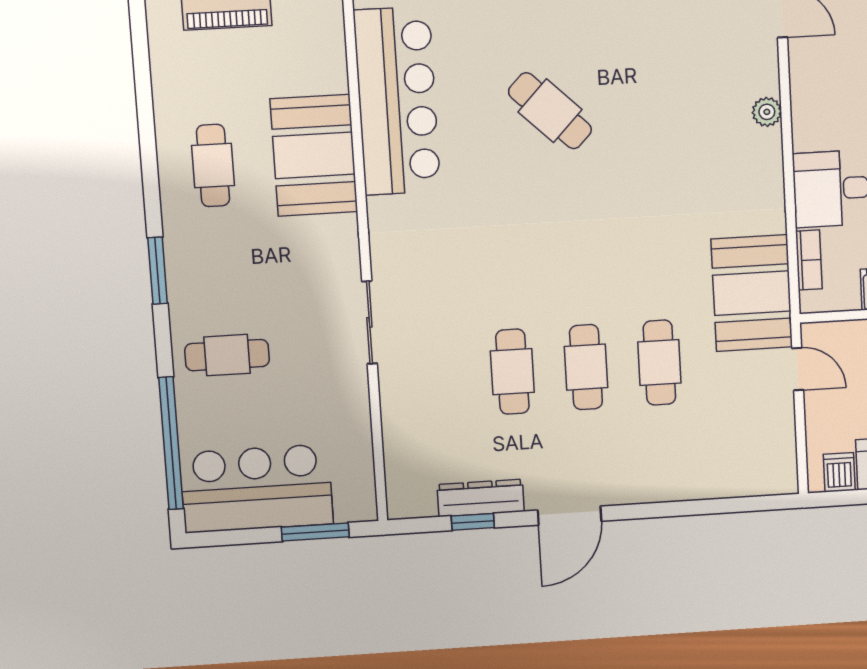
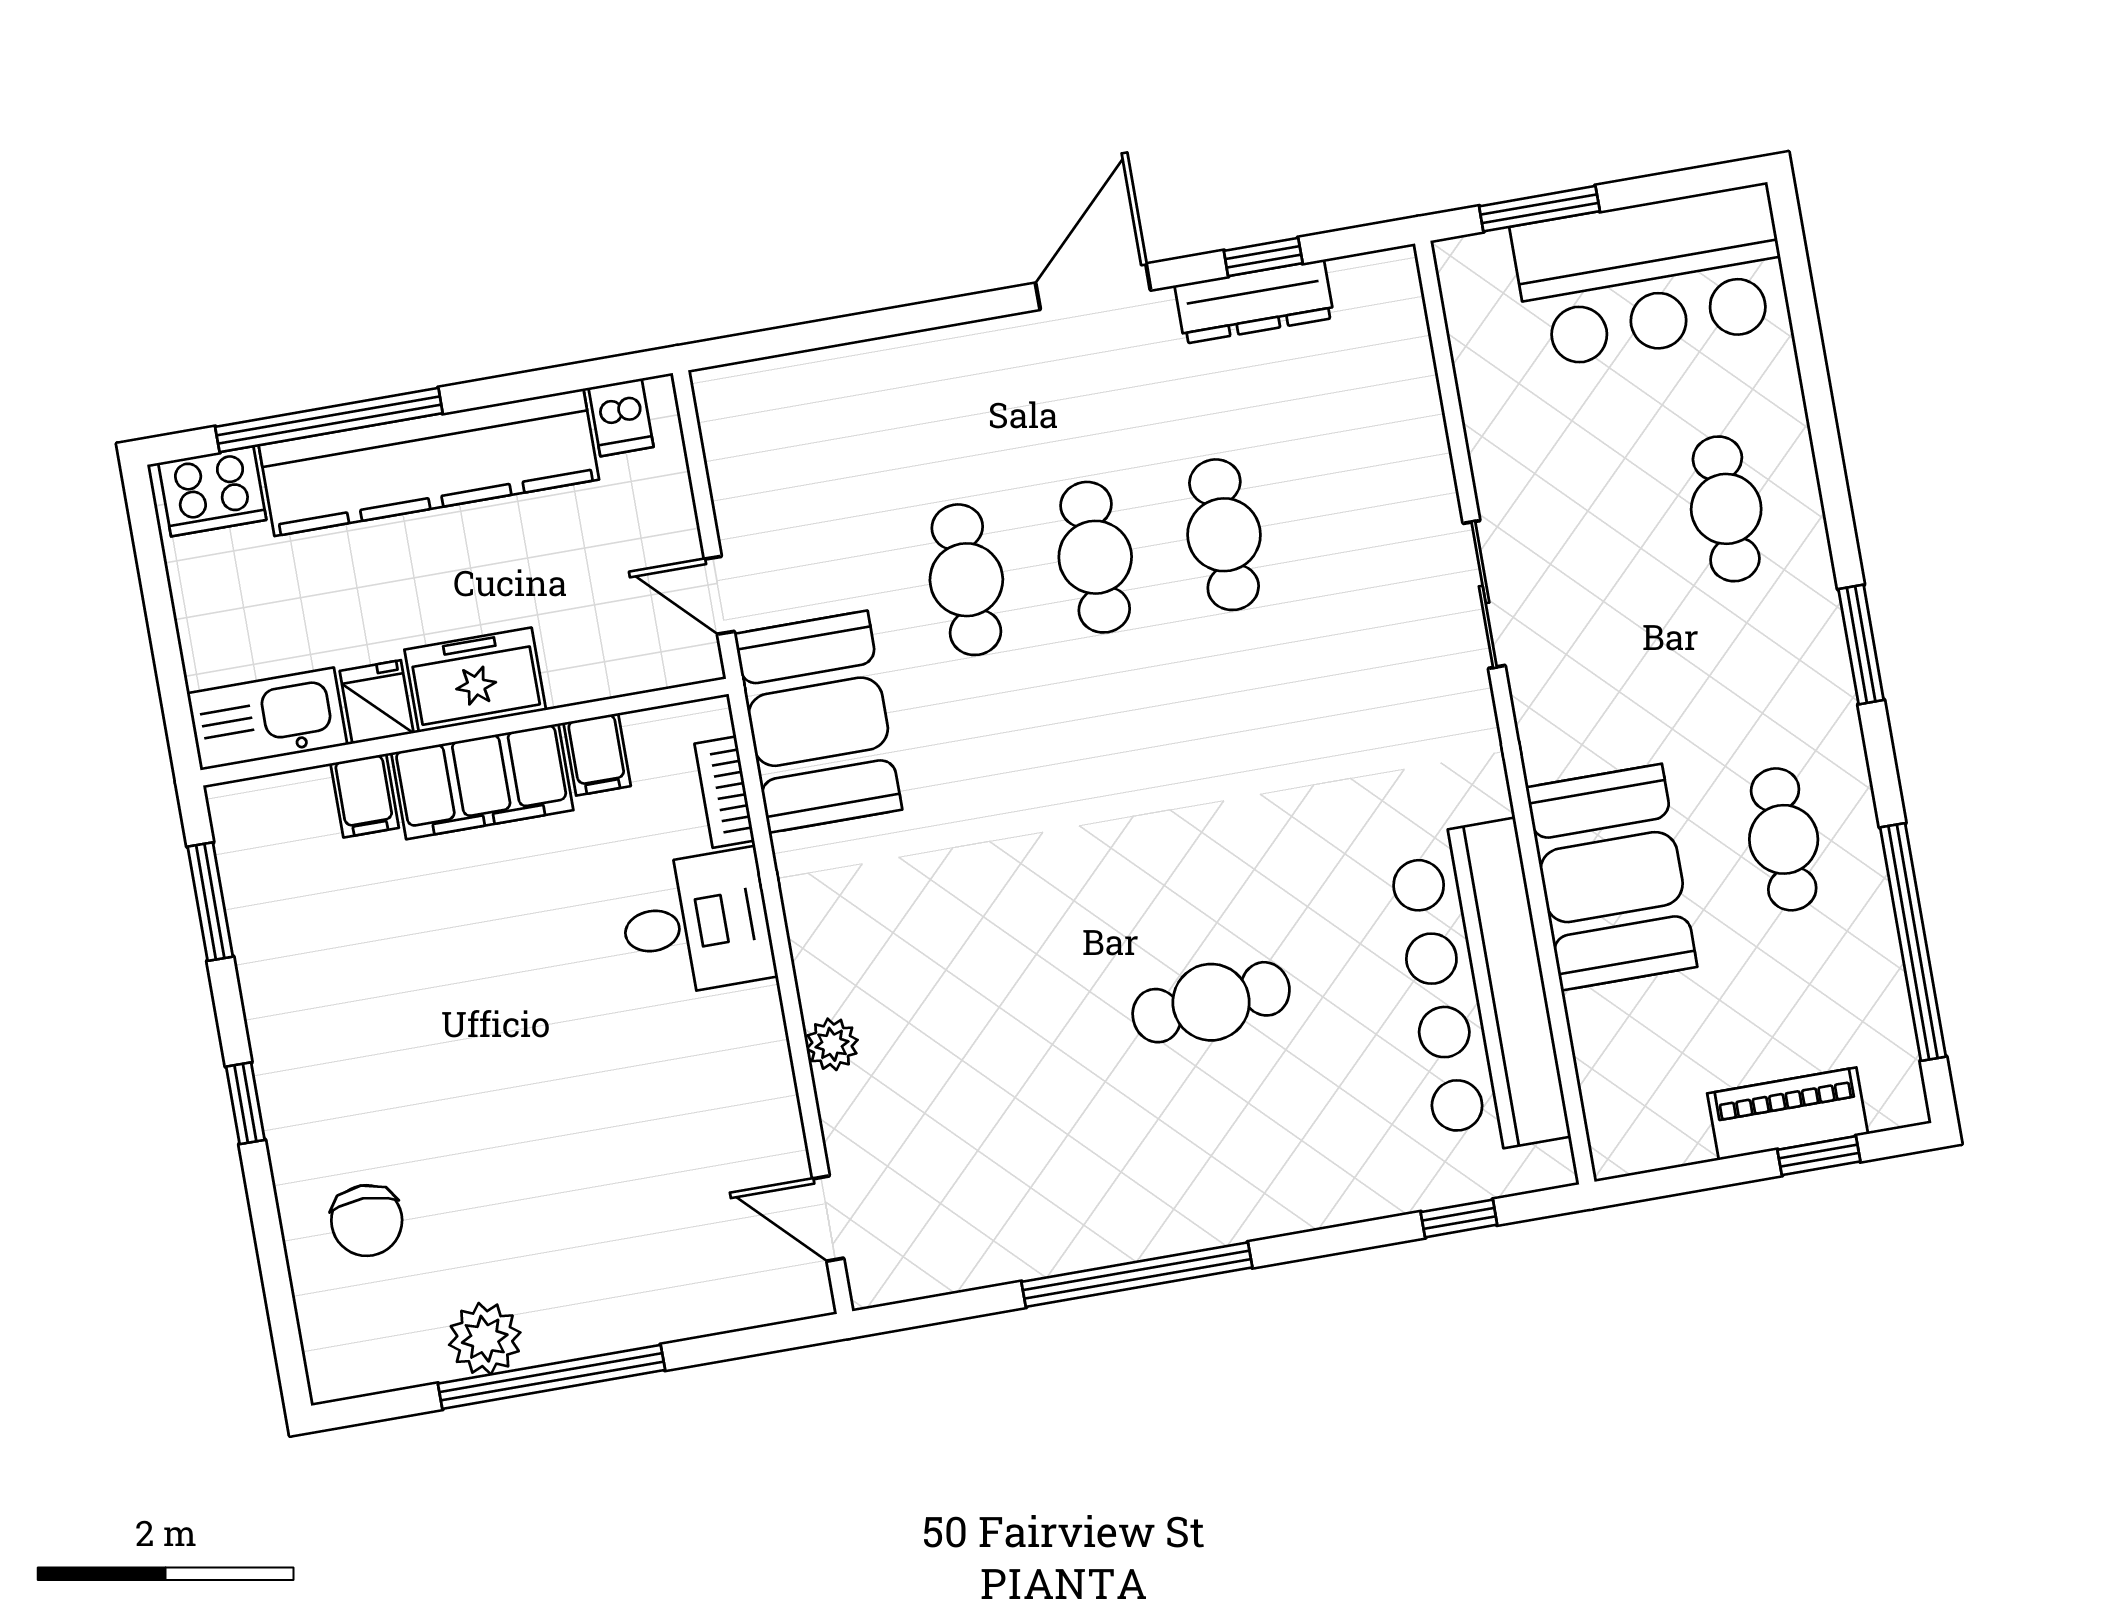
cafe table: (550, 111) -> (1211, 1002), turned -48
cafe table: (227, 355) -> (1726, 509), turned 90
window: (171, 443) -> (1913, 942), moved

